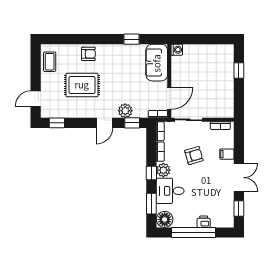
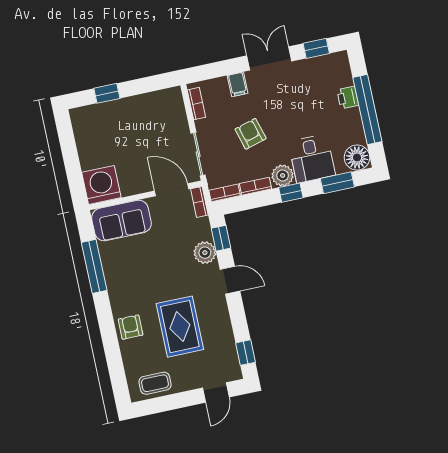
window: (131, 39) -> (94, 266), width x2.17
washing machine: (177, 50) -> (101, 185), width x1.89, depth x1.89
door: (36, 99) -> (216, 393), hinge flipped

